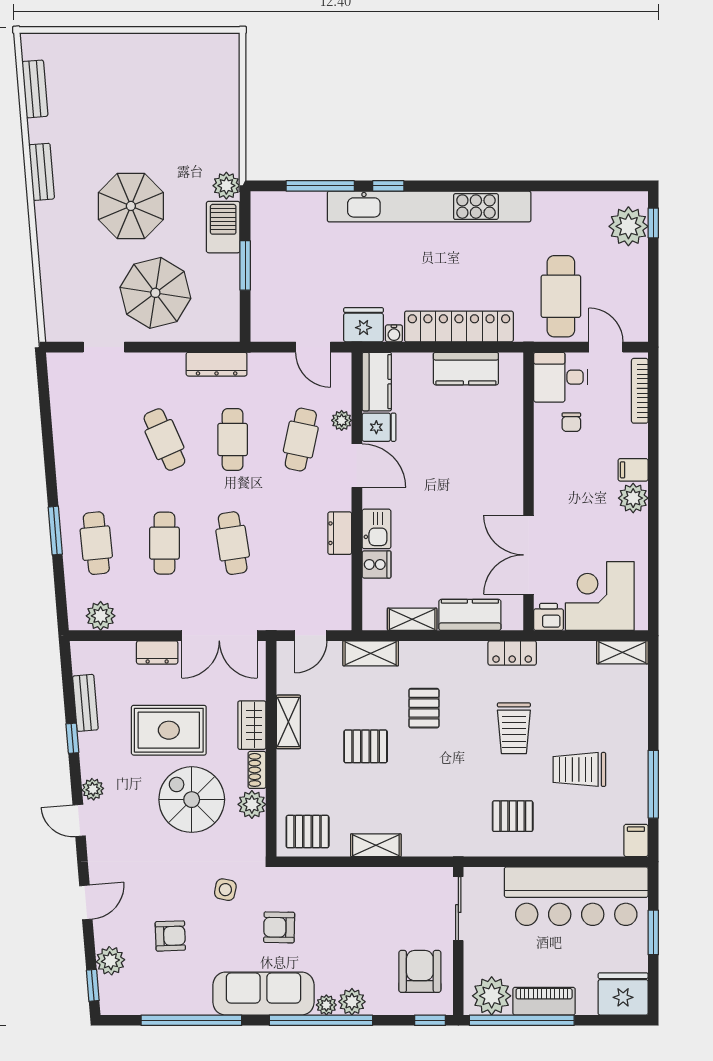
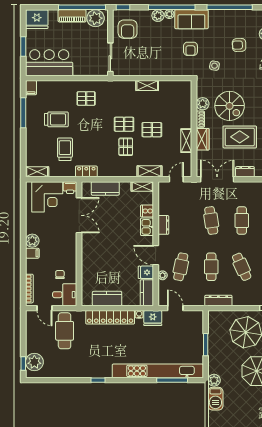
window: (388, 186) -> (98, 380), moved
kitchen unit: (429, 207) -> (158, 371), moved
barbecue: (223, 227) -> (215, 399), moved
shelving: (412, 619) -> (142, 186), moved
trolley: (514, 728) -> (65, 149), moved
pallet: (308, 832) -> (124, 124), moved
bar counter: (576, 896) -> (49, 63), width x0.73
armchair: (279, 927) -> (190, 49), turned 89
sofa: (264, 994) -> (191, 19), width x0.73

